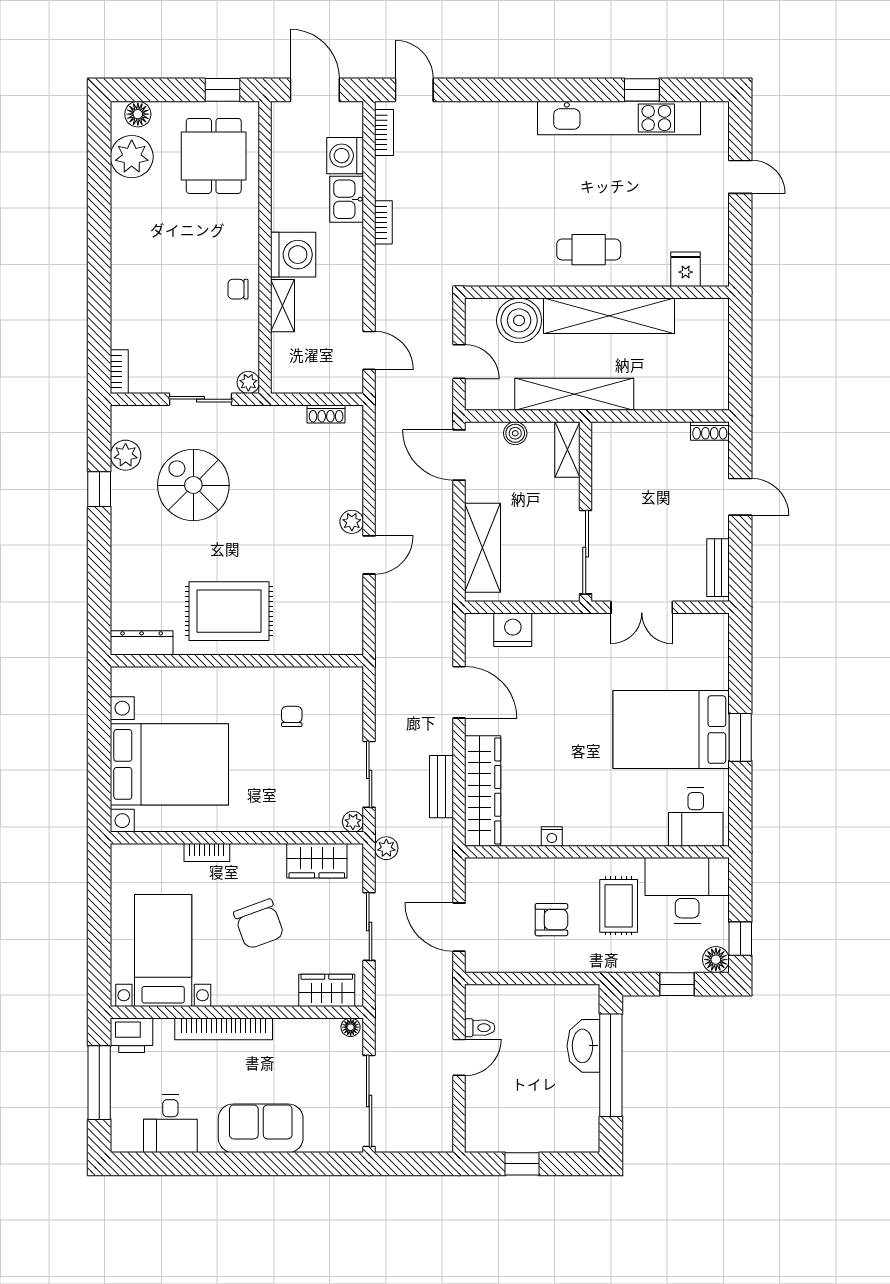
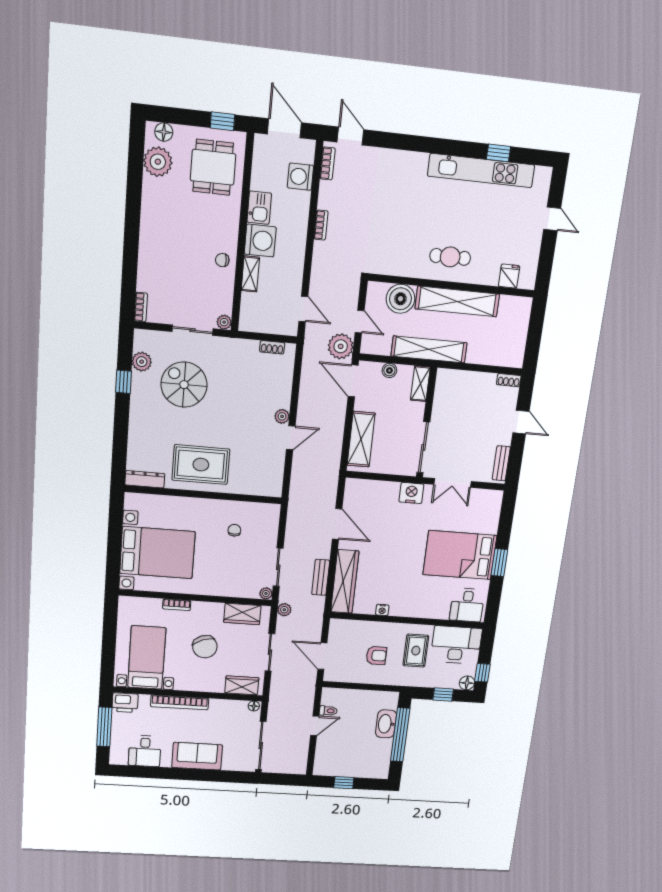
kitchen sink: (347, 199) -> (259, 208), moved, turned 180
plant: (433, 403) -> (341, 346), added
nightstand: (513, 630) -> (411, 493), moved

